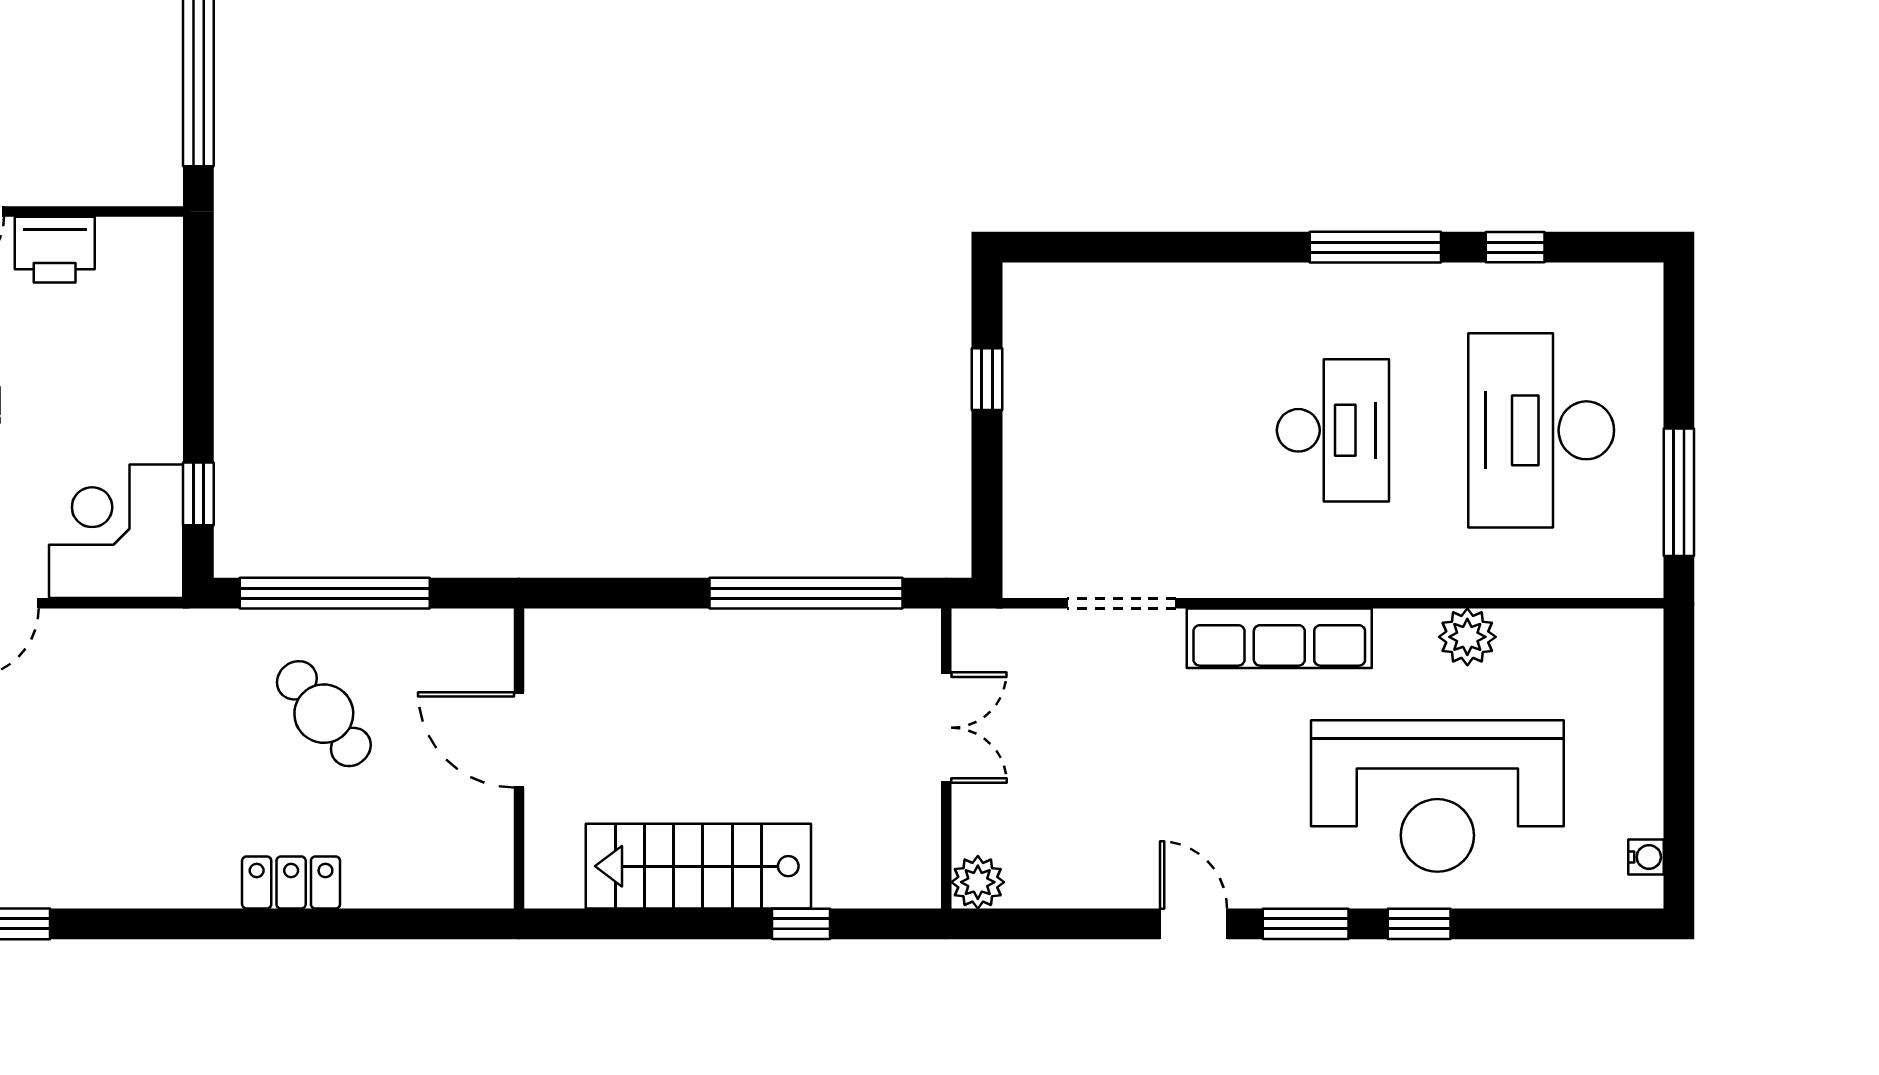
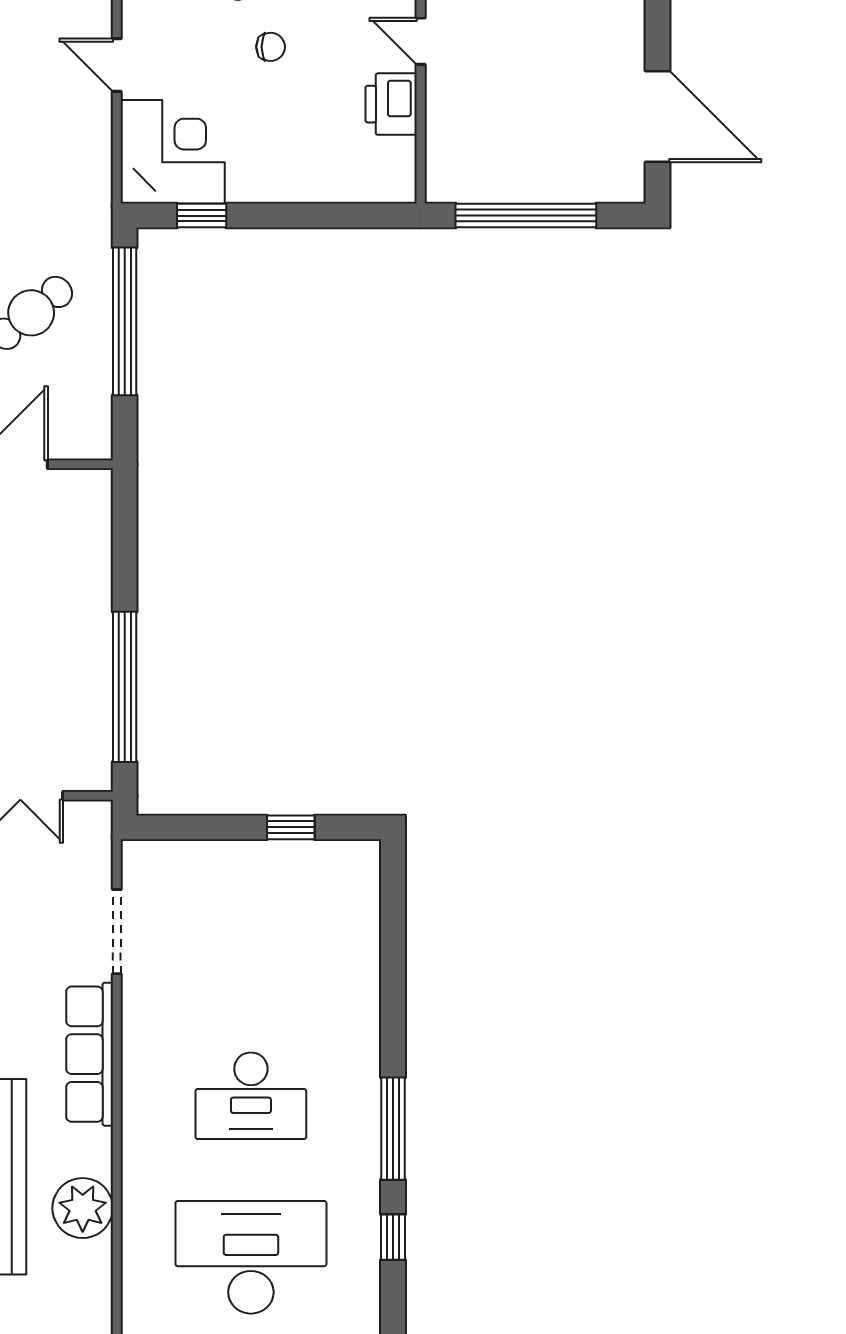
plant: (1467, 637) -> (83, 1208), width x1.36, depth x1.36

